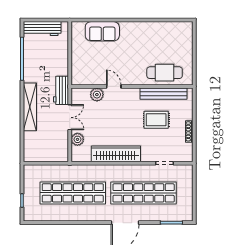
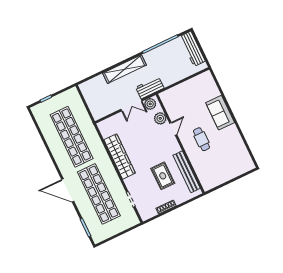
sofa: (102, 31) -> (220, 113), moved
cafe table: (165, 73) -> (201, 139), moved, width x0.73, depth x0.74
plant: (77, 139) -> (150, 104), moved

